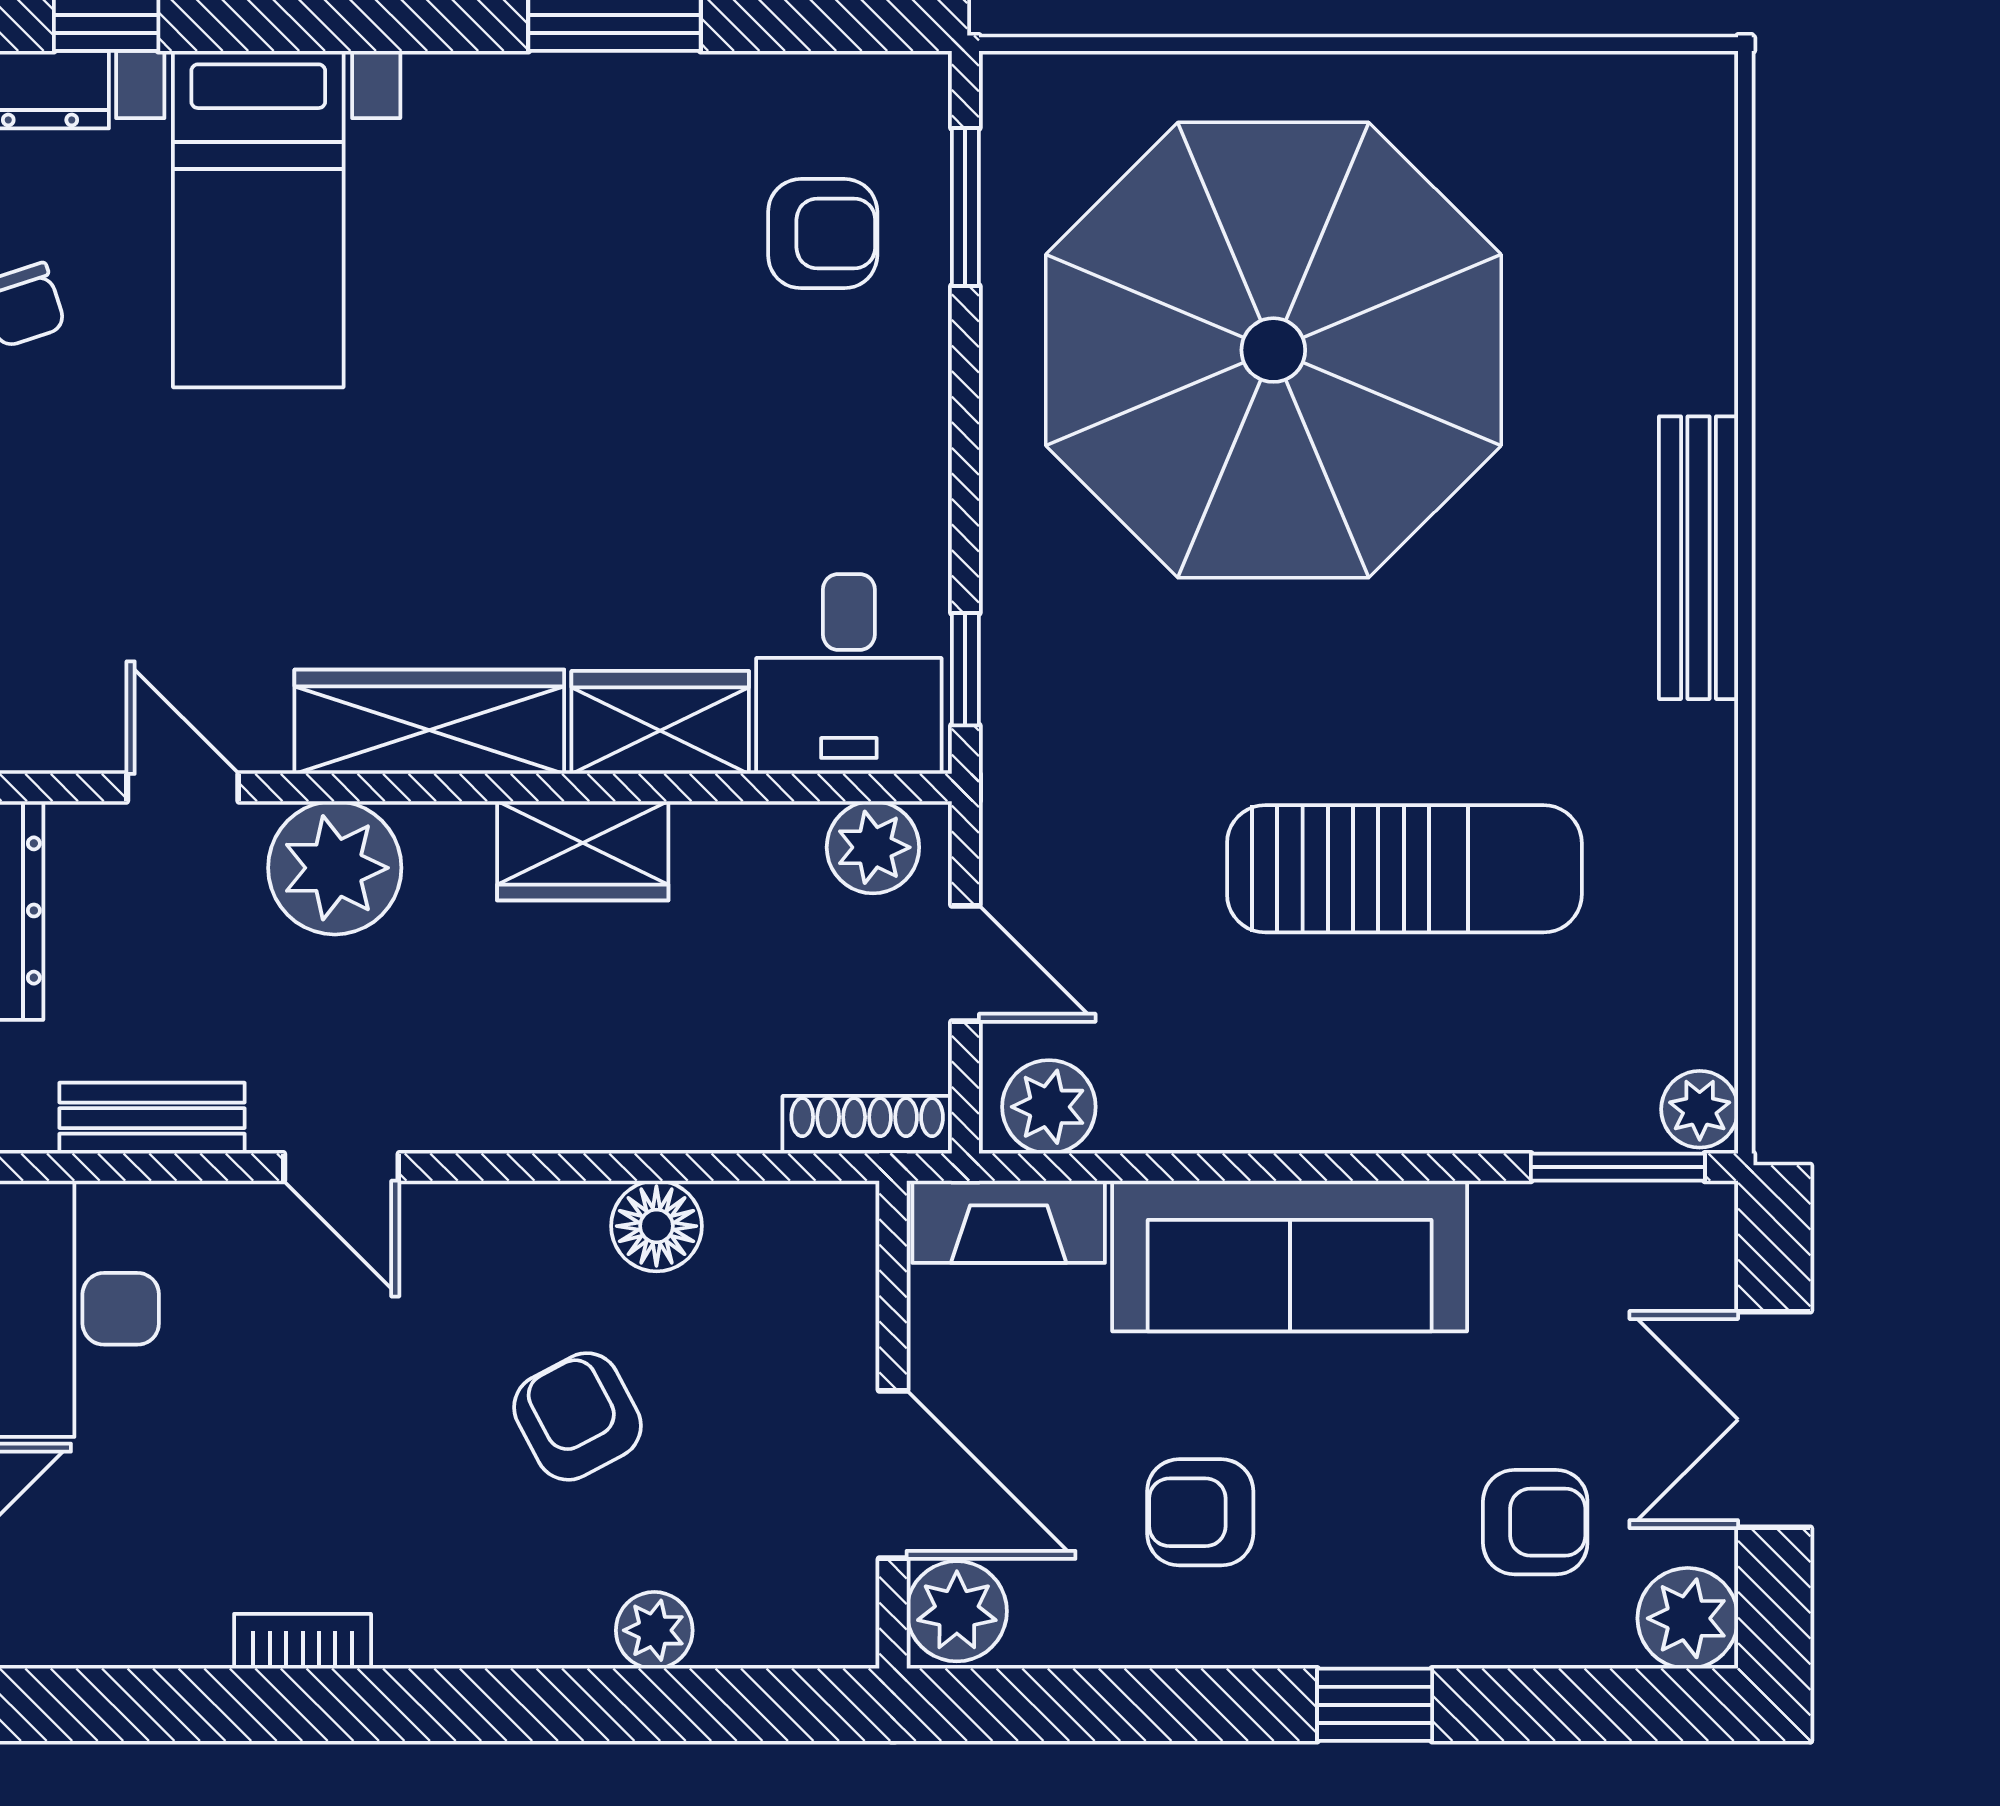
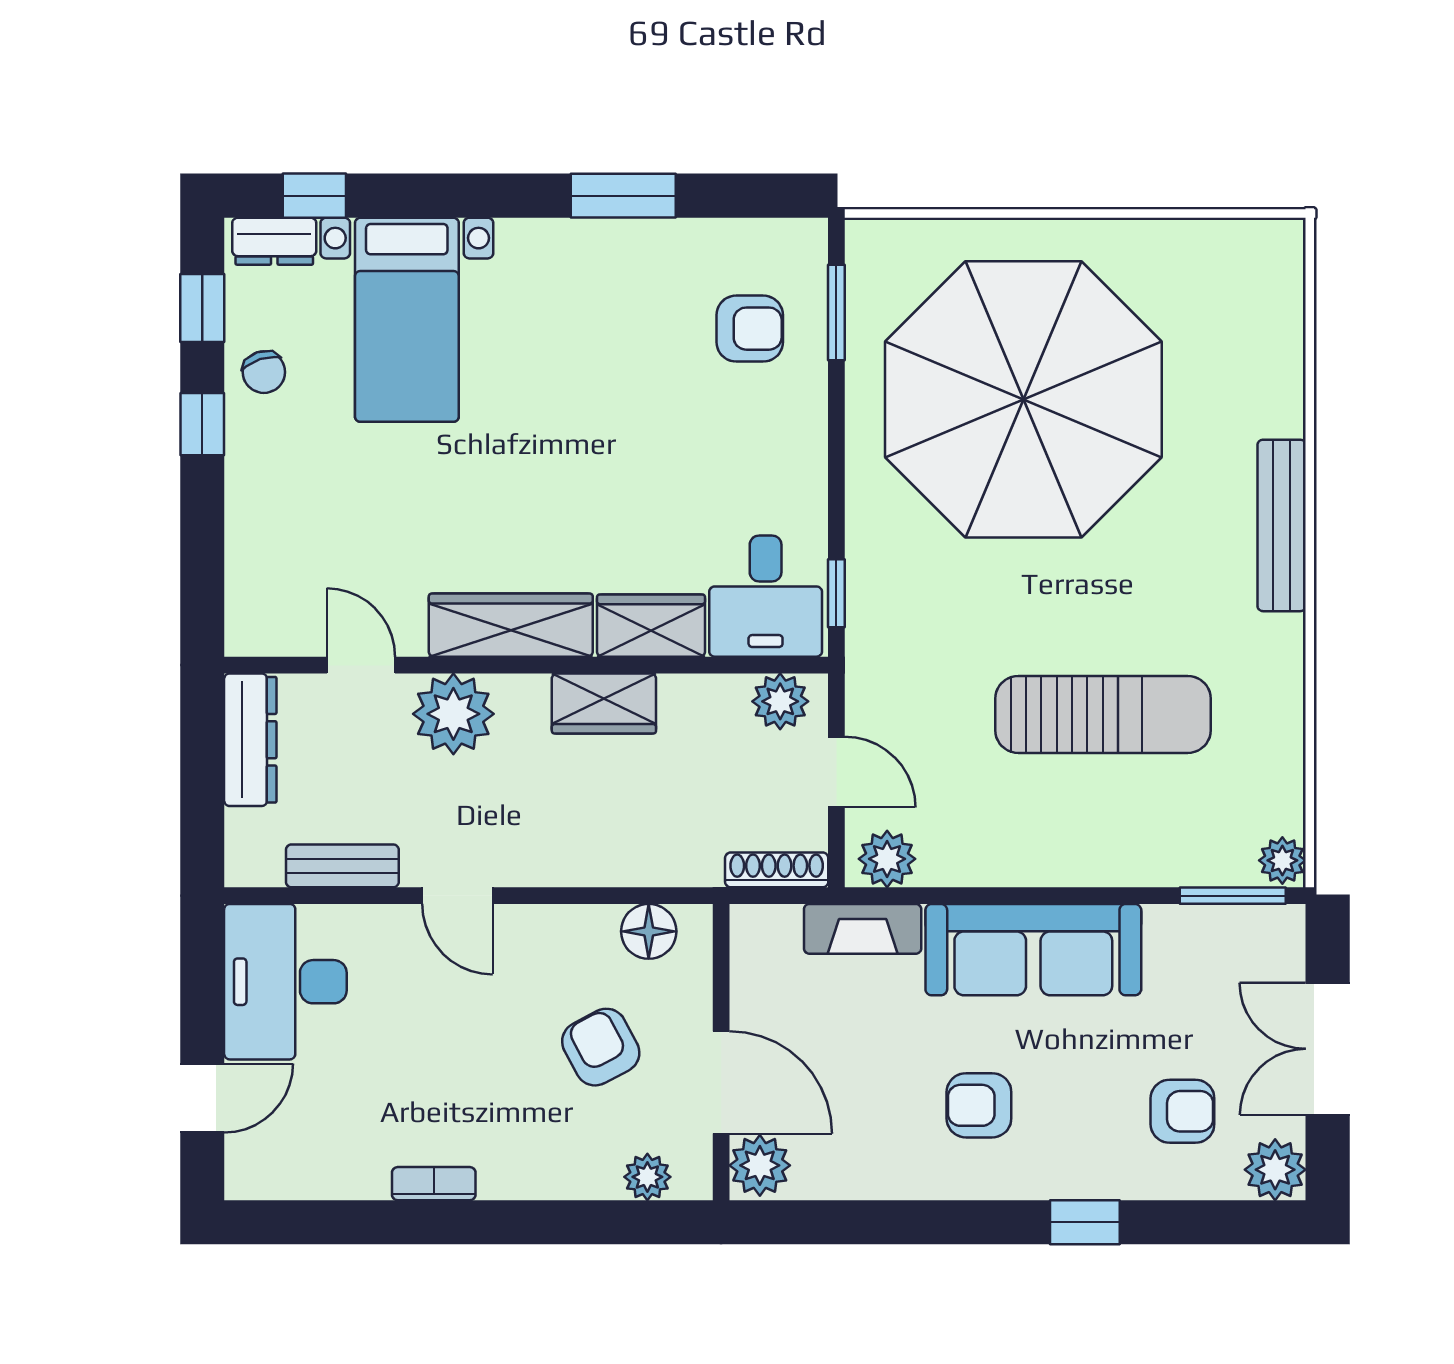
wall: (893, 1425) -> (721, 1052), moved
door: (893, 1474) -> (721, 1082), moved
plant: (957, 1611) -> (760, 1165), moved

